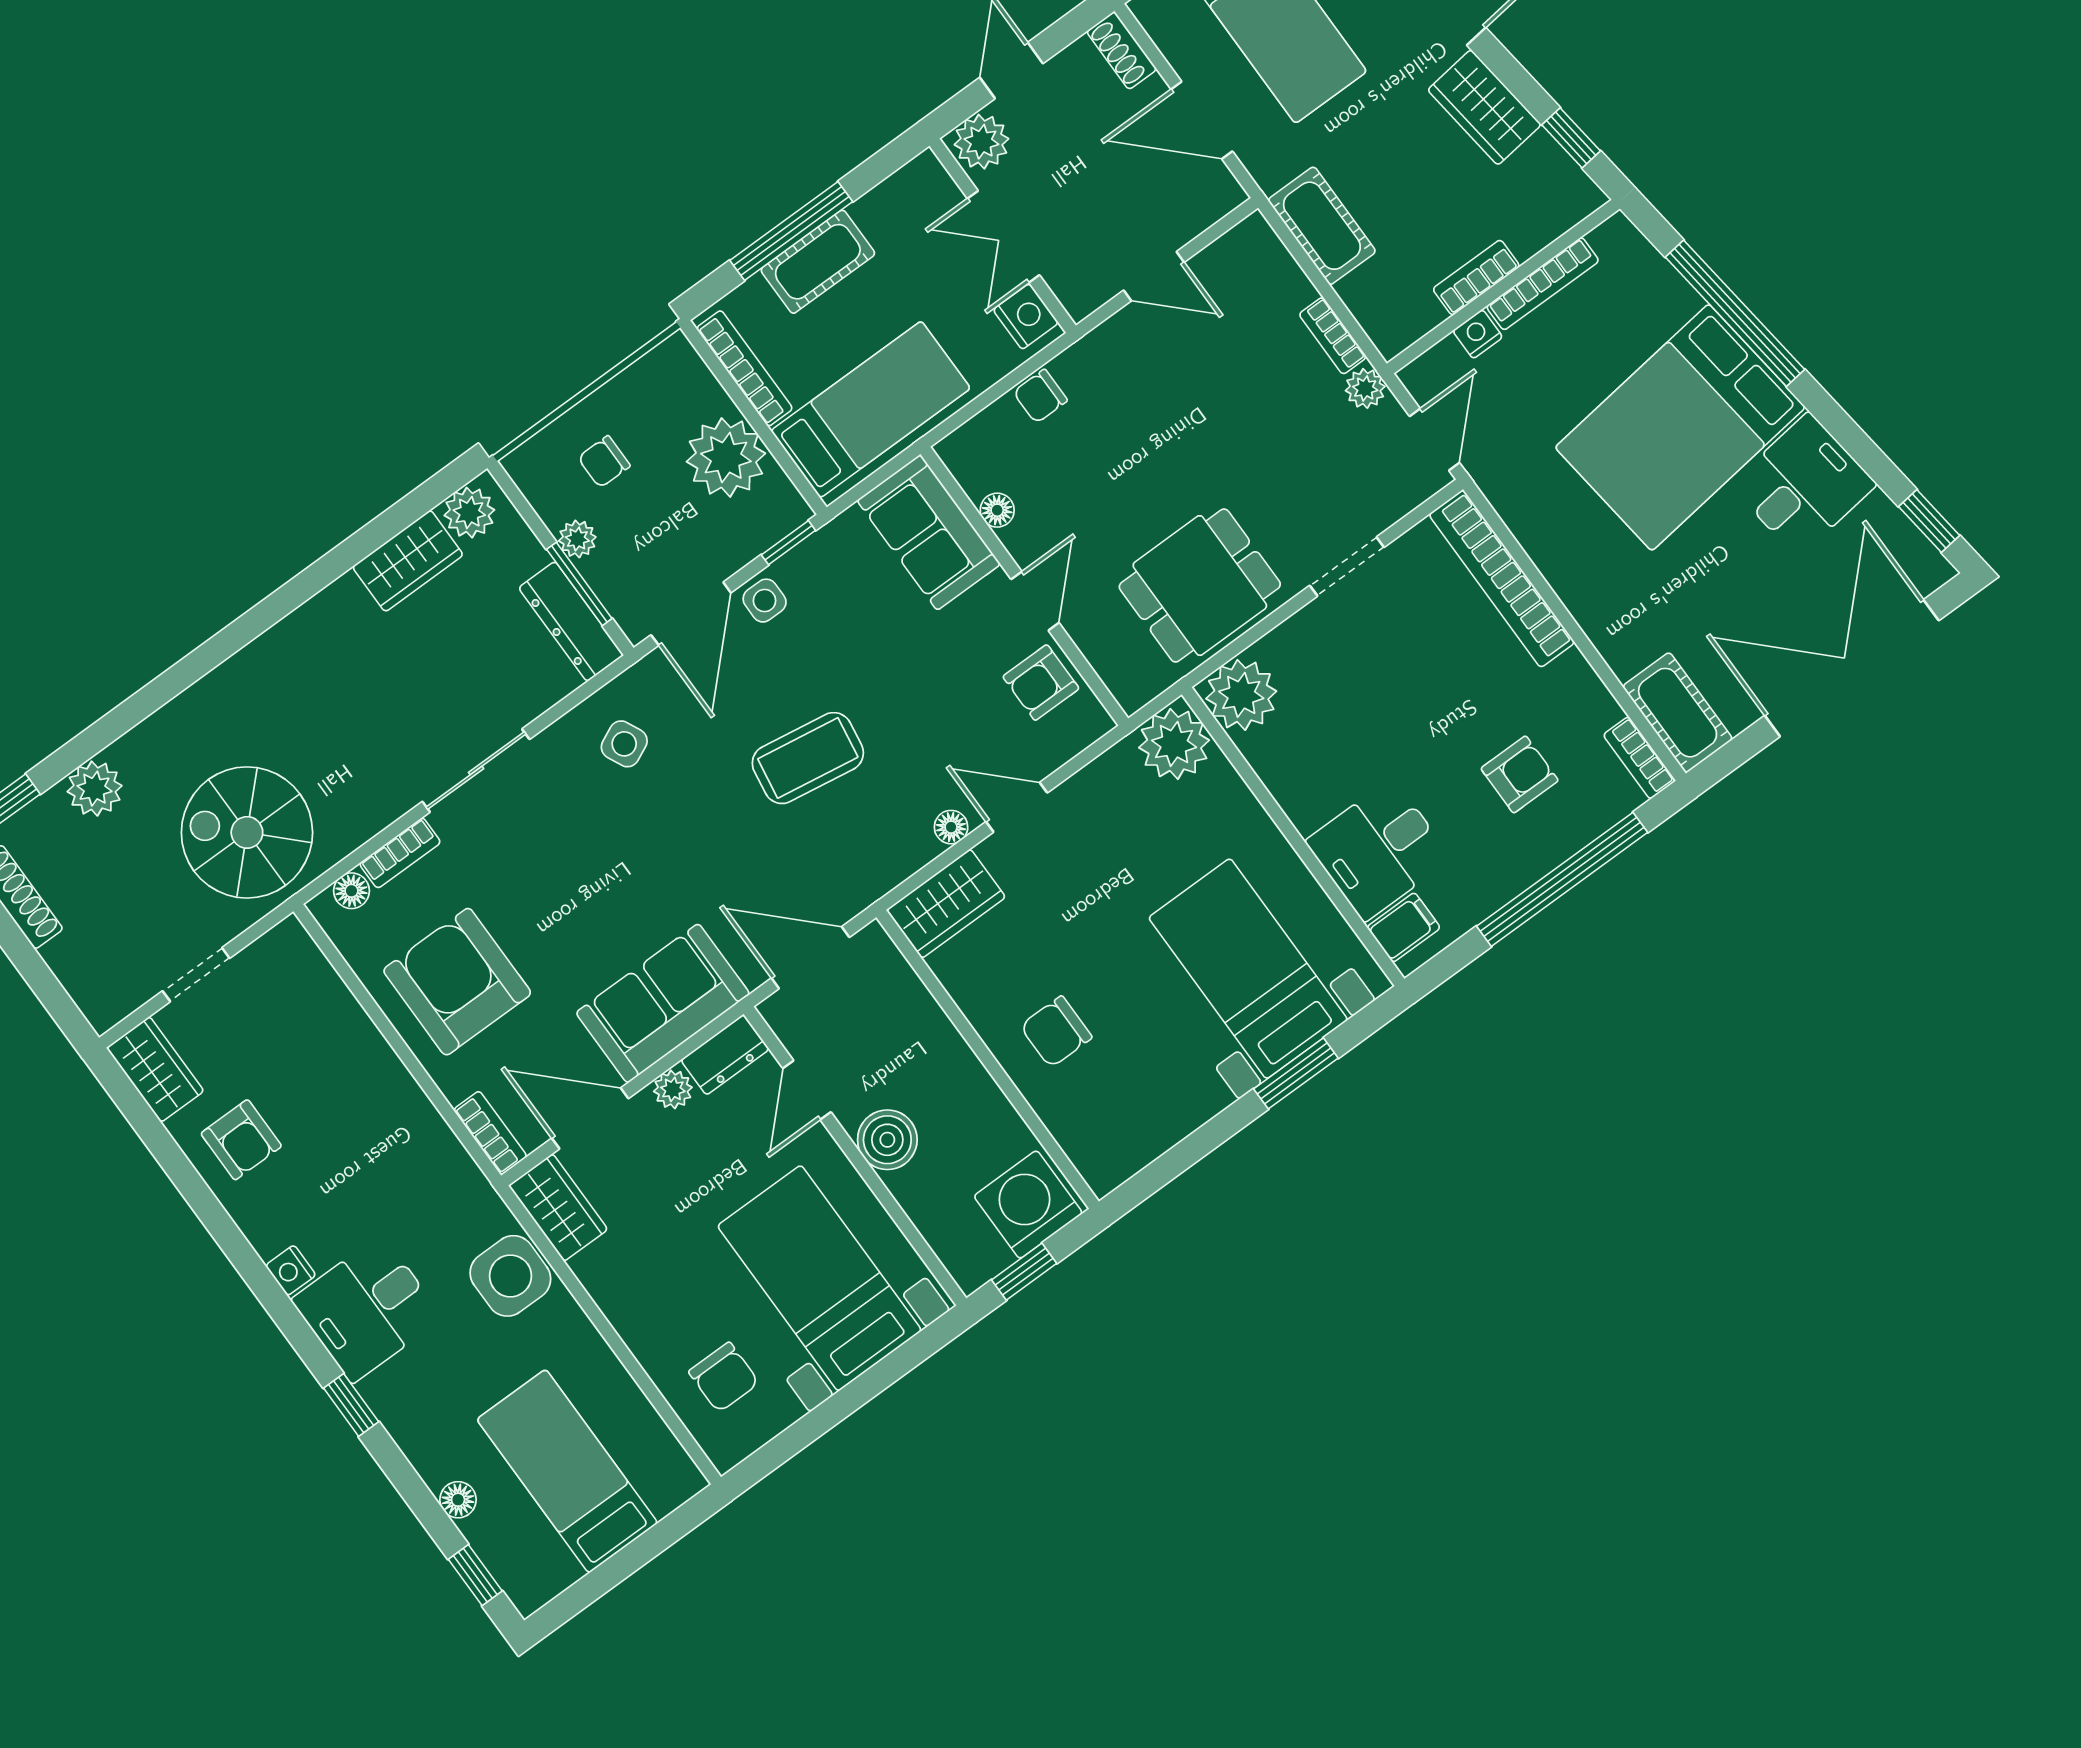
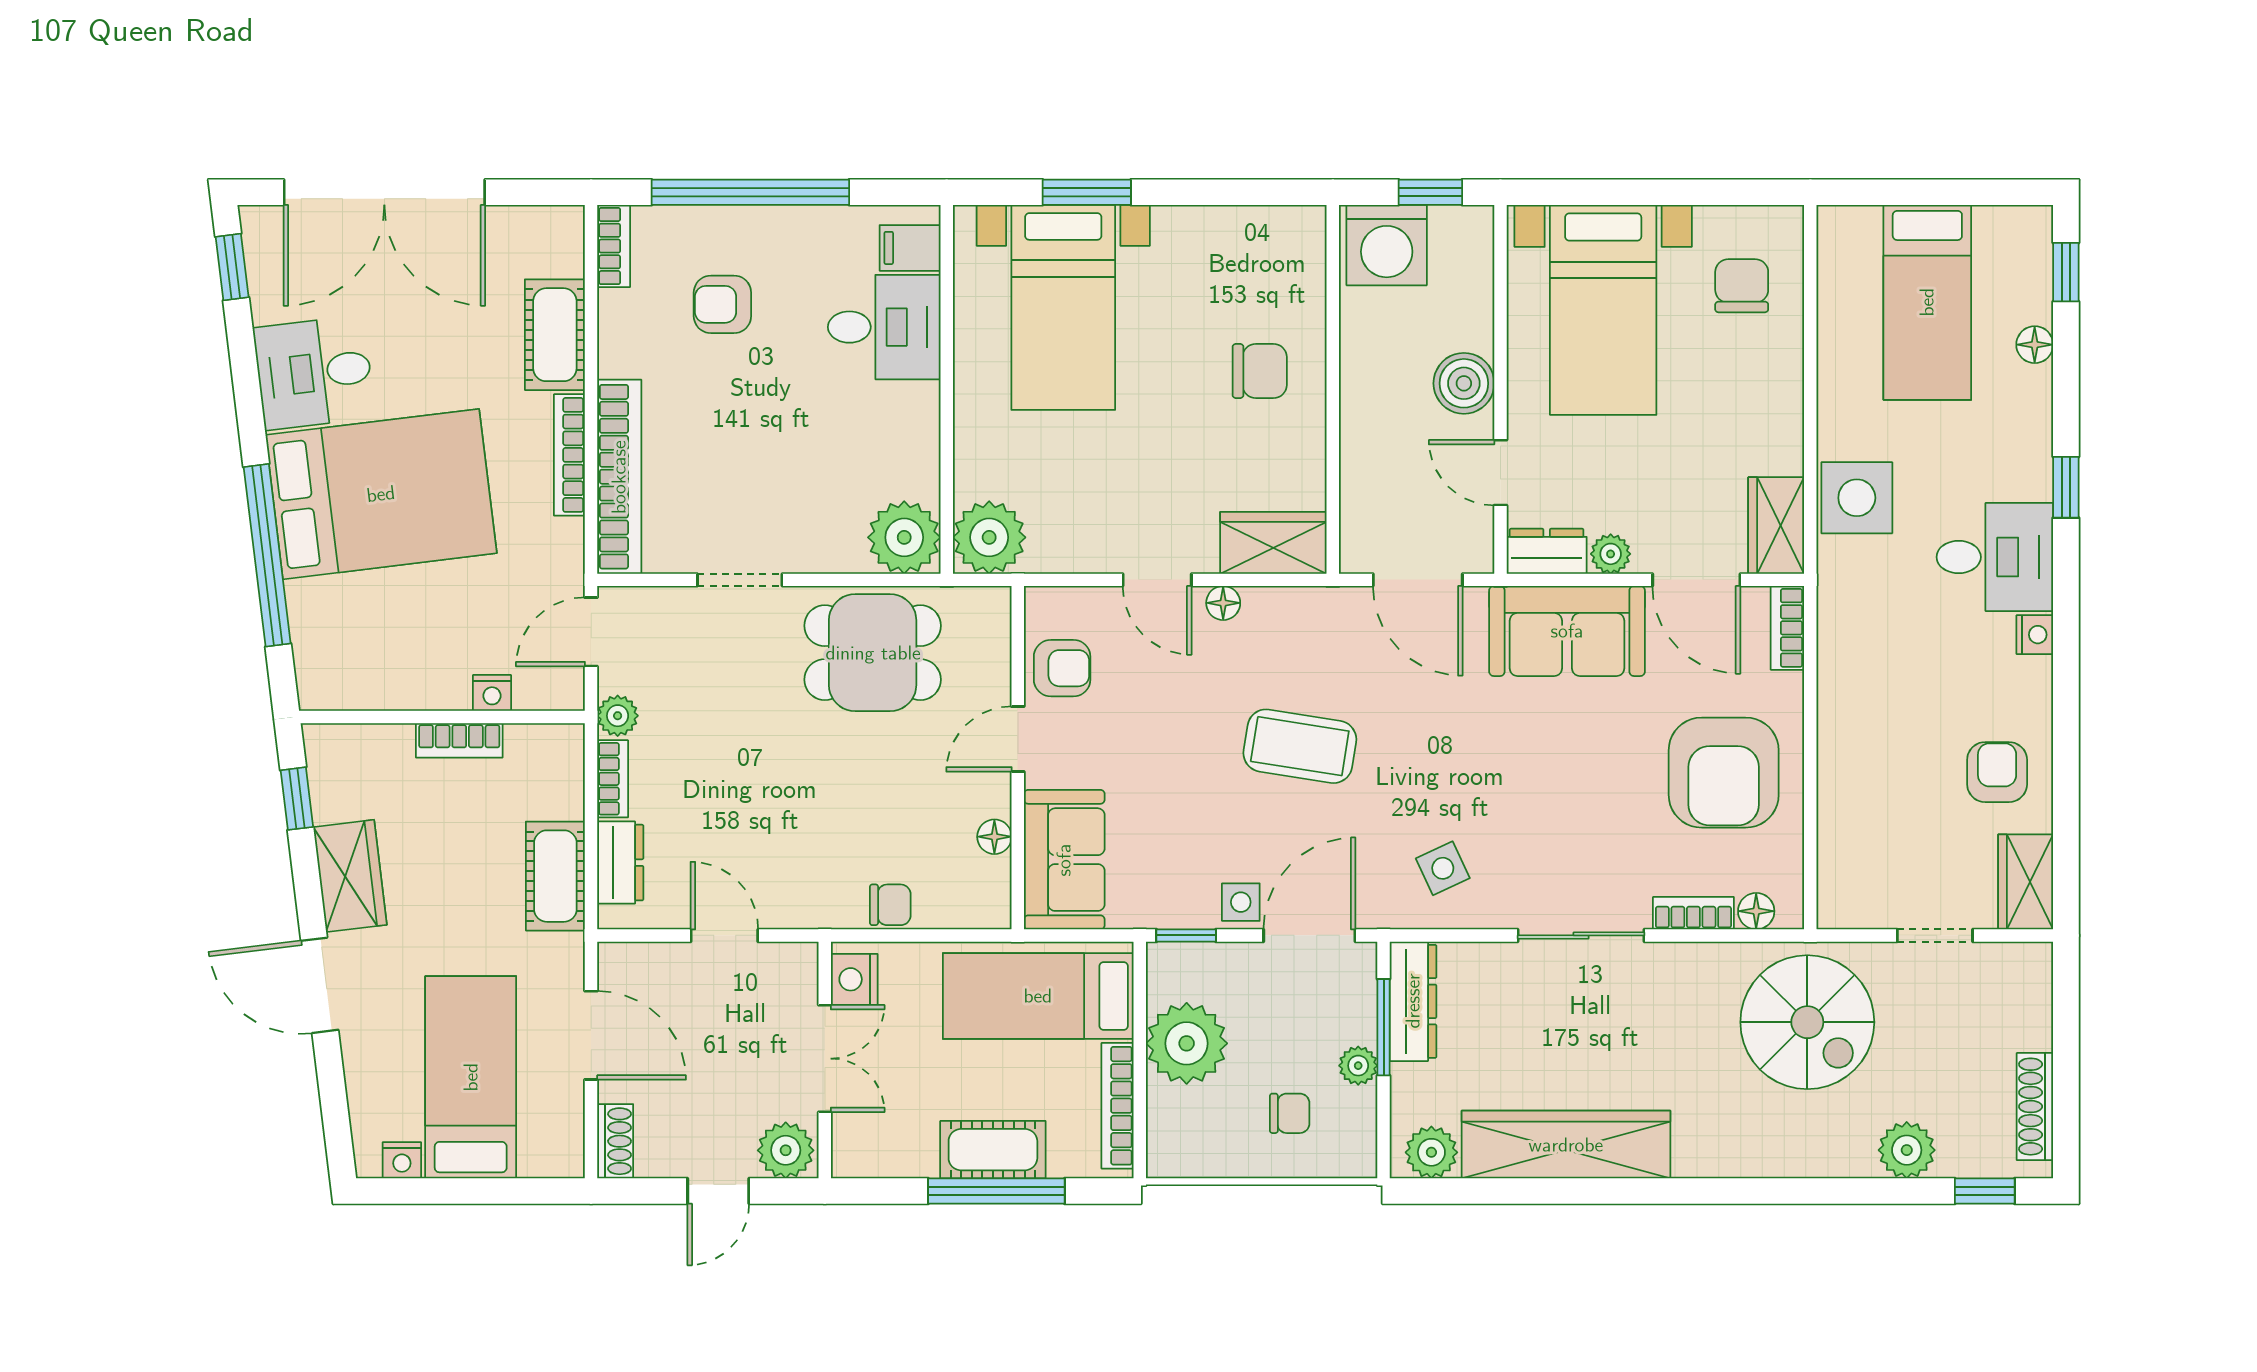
dresser: (1278, 274) -> (620, 863), added
bookcase: (1543, 284) -> (569, 455), moved, turned -90
wardrobe: (408, 561) -> (1566, 1145), width x2.10, depth x1.17
cot: (1678, 713) -> (555, 335), moved
door: (807, 1090) -> (1500, 473), swing flipped

